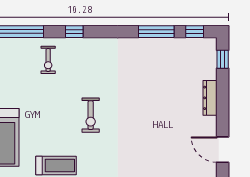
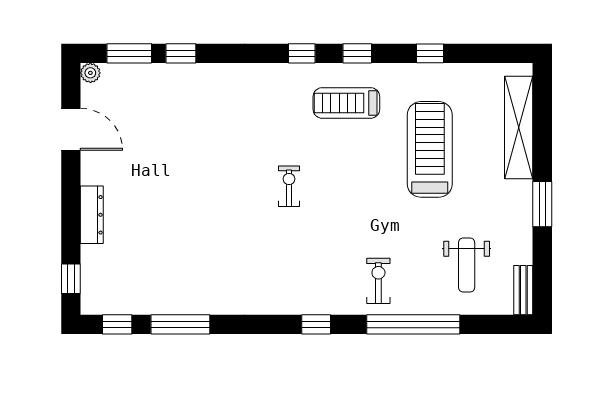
exercise bike: (48, 60) -> (378, 281), moved
exercise bike: (91, 115) -> (289, 186), width x0.73, depth x0.72

